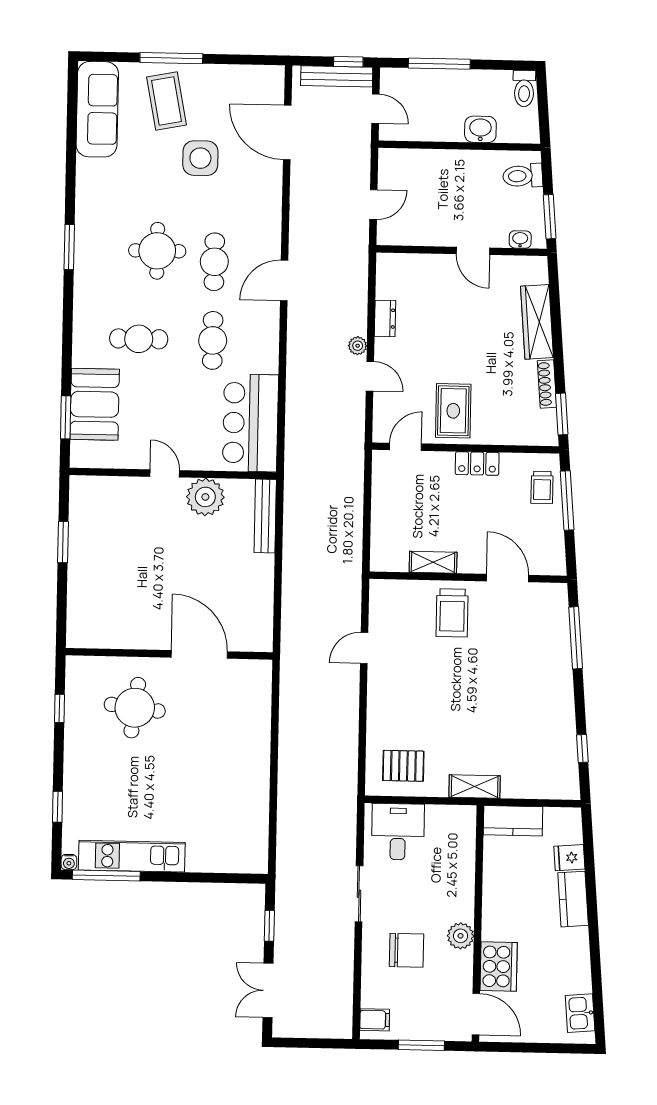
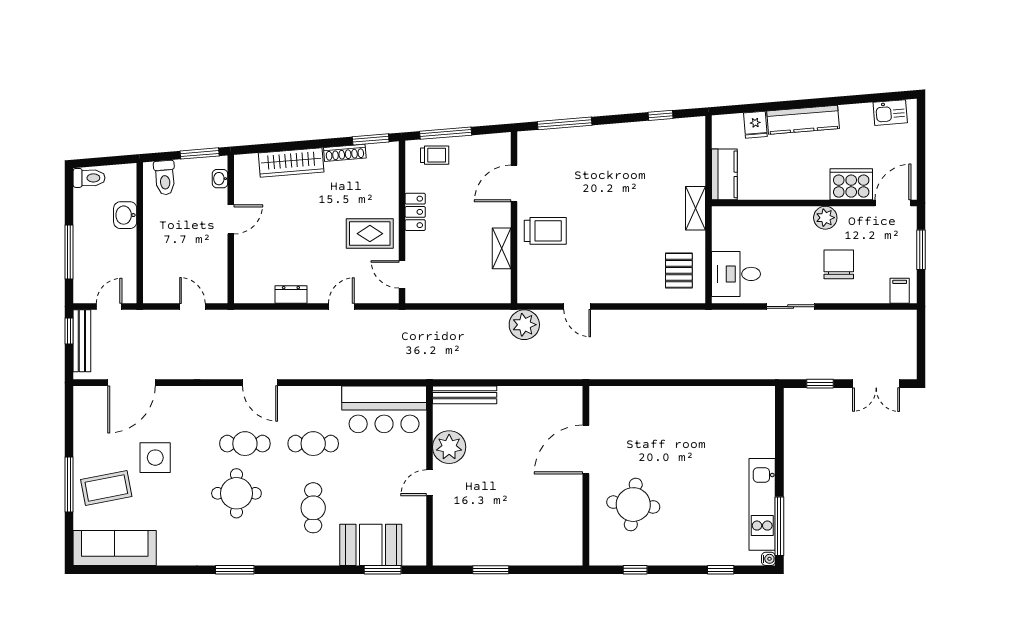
plant: (358, 346) -> (524, 325), moved, width x1.88, depth x1.88
kitchen counter: (573, 899) -> (803, 120), width x1.50

